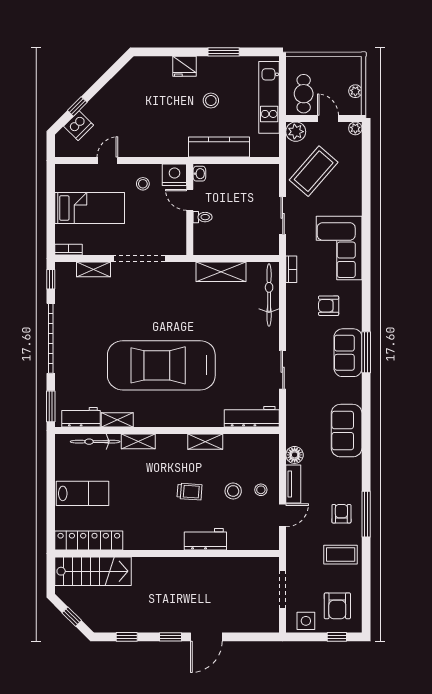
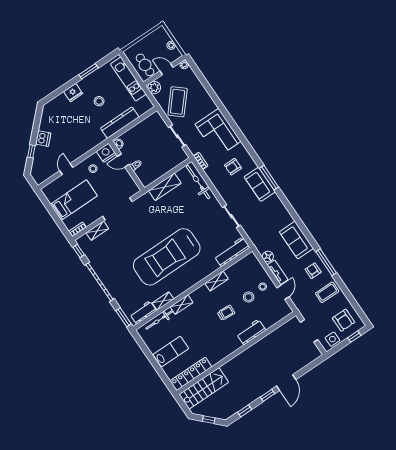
dishwasher: (79, 126) -> (43, 139), moved
sofa: (347, 431) -> (296, 240), moved

